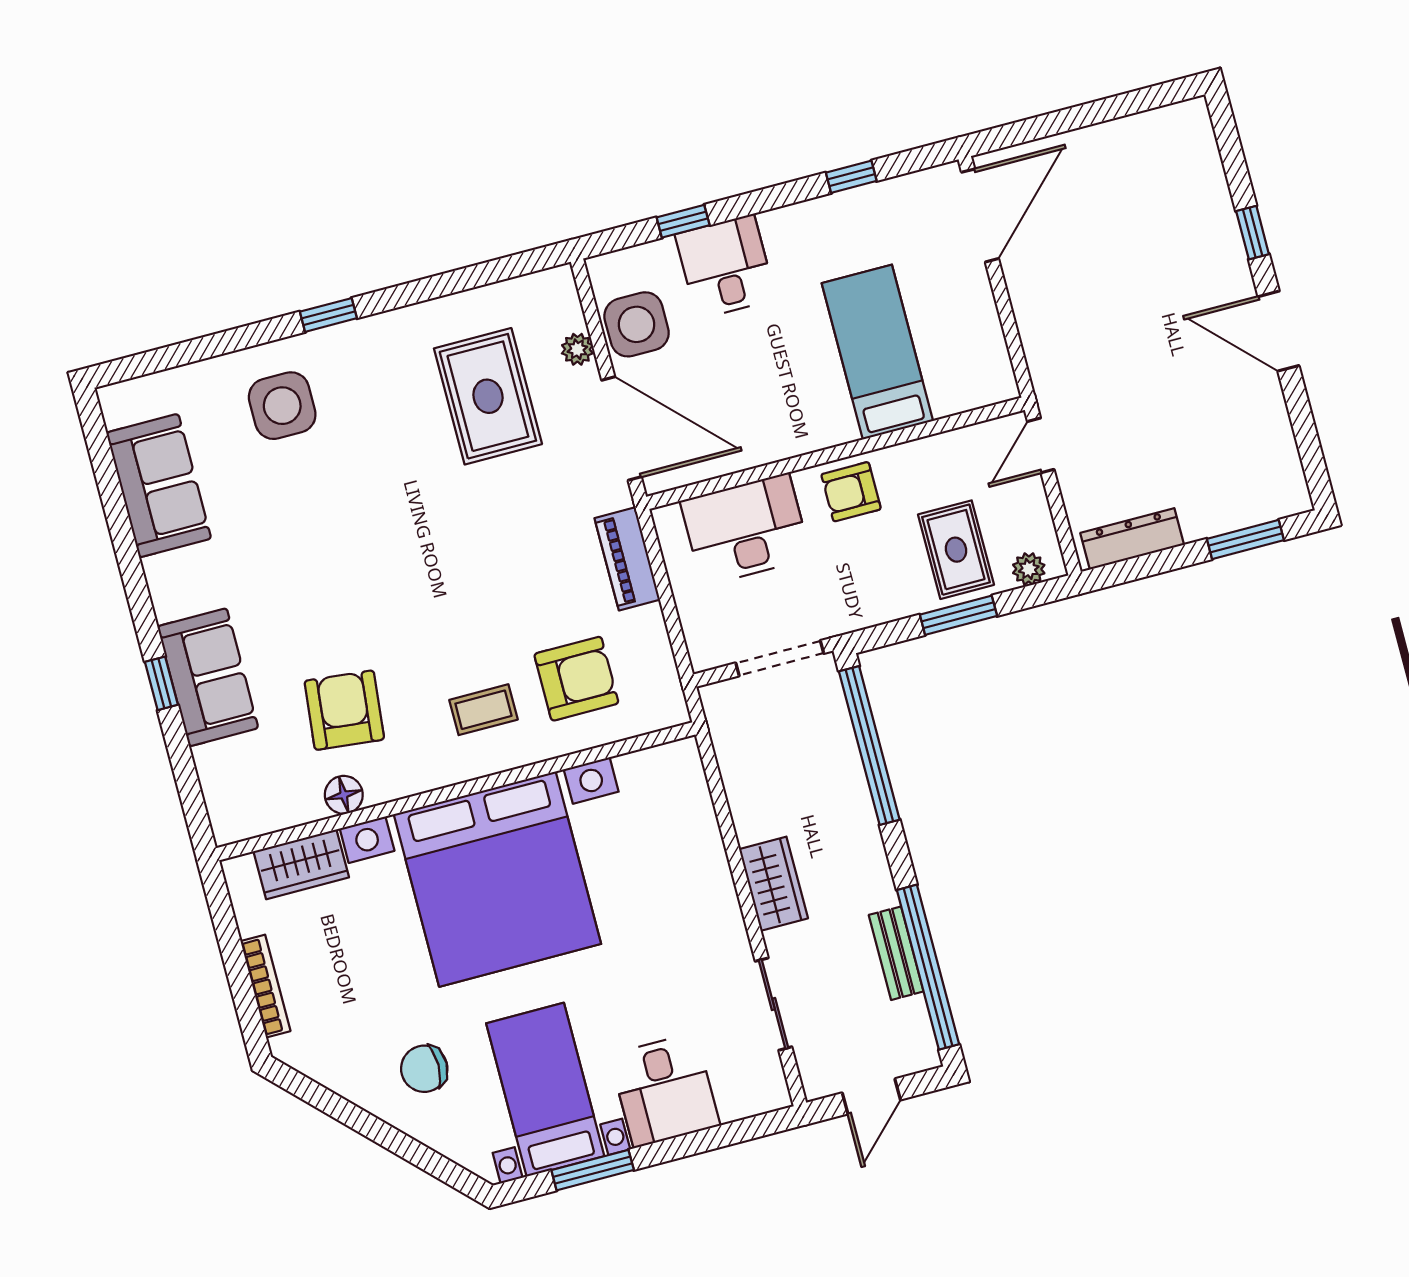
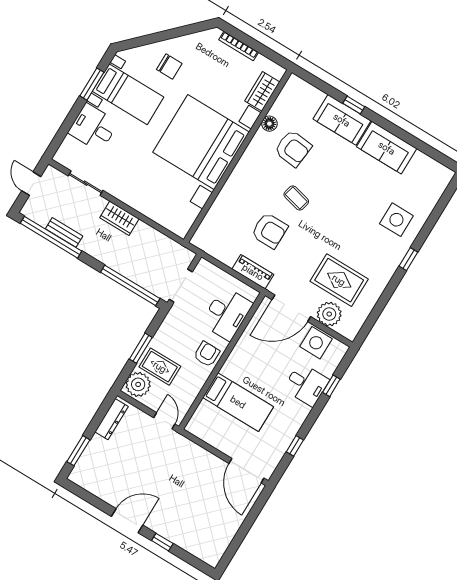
plant: (577, 349) -> (329, 314), width x1.87, depth x1.87
sofa: (159, 486) -> (387, 148), moved
plant: (1029, 569) -> (138, 384), width x1.88, depth x1.88
armchair: (576, 679) -> (269, 231), moved, turned -90
coffee table: (483, 710) -> (296, 198), moved, turned -76
chair: (424, 1069) -> (169, 66), turned 90

